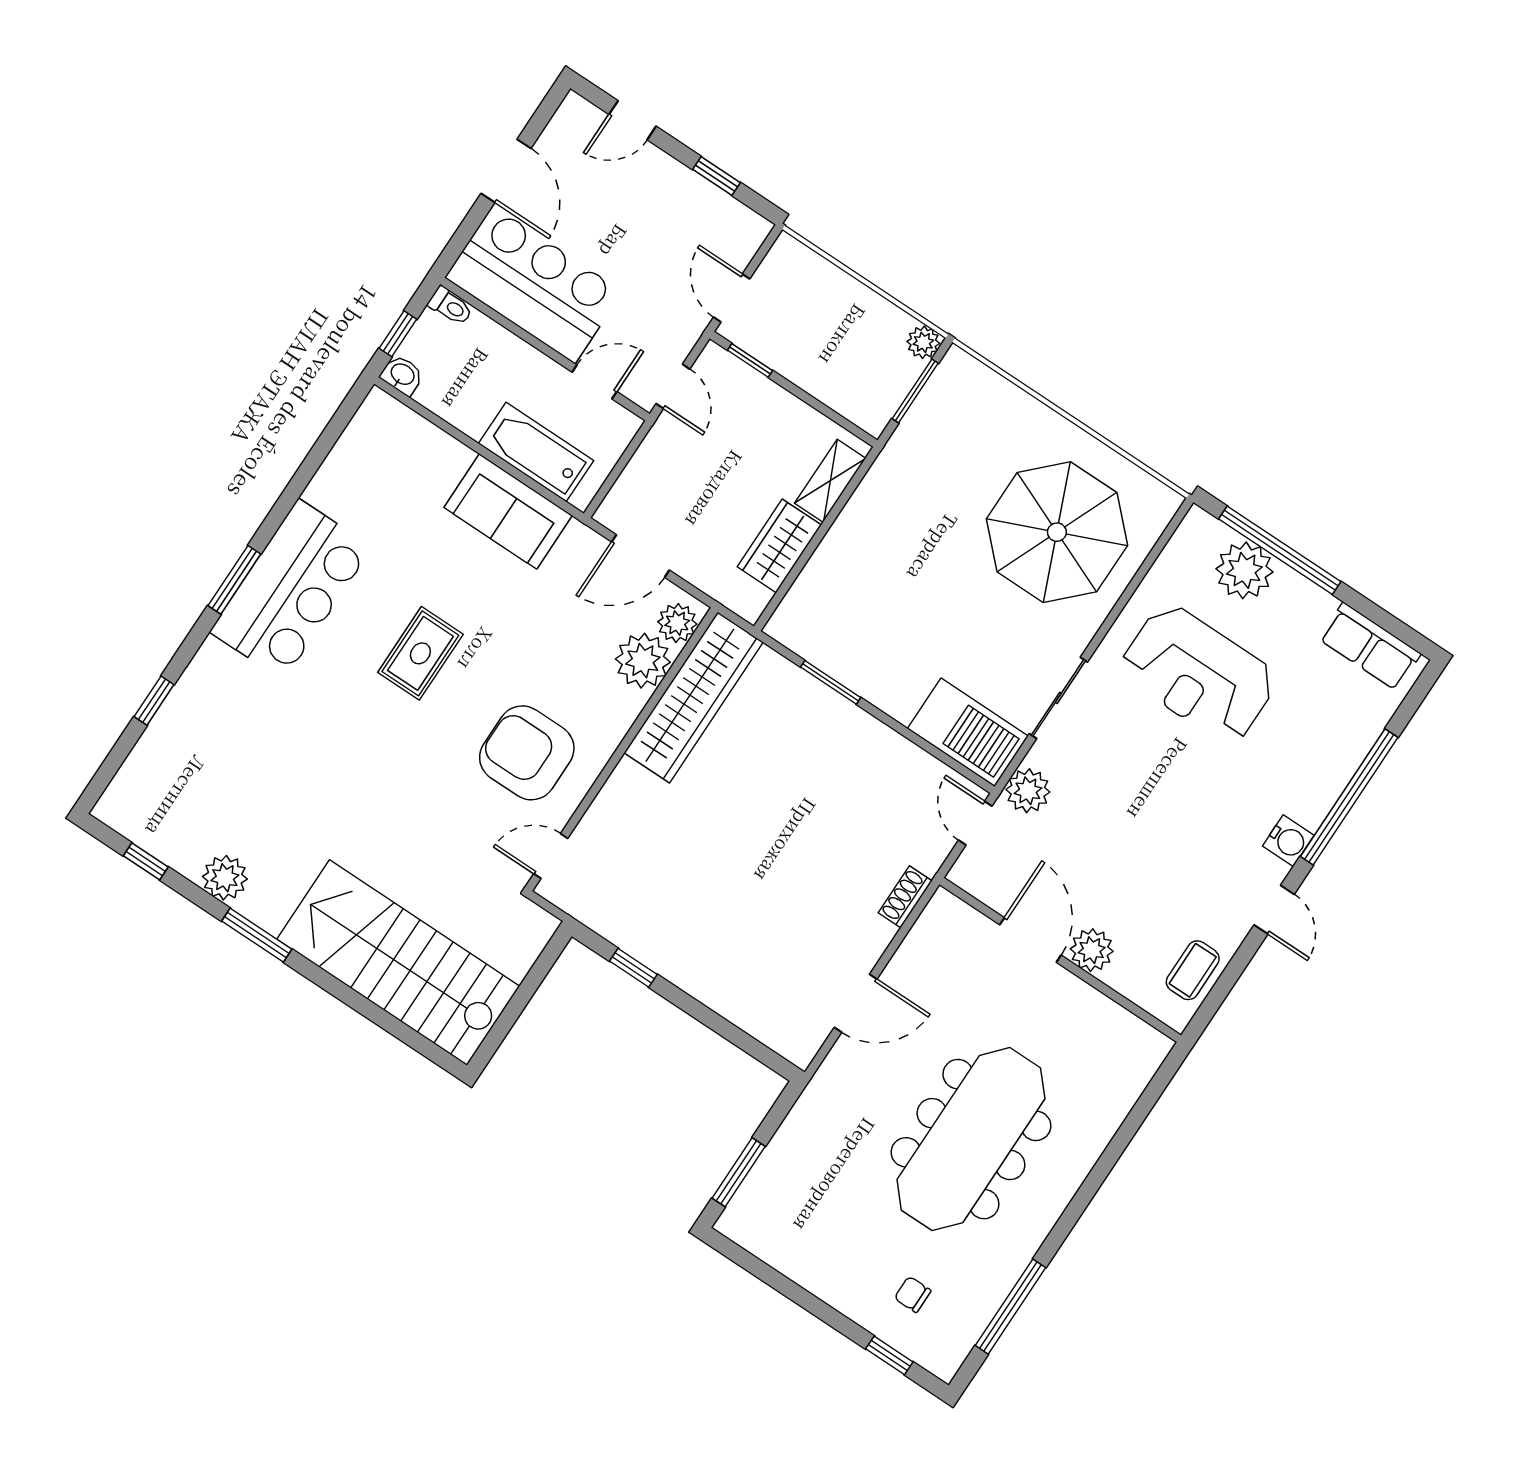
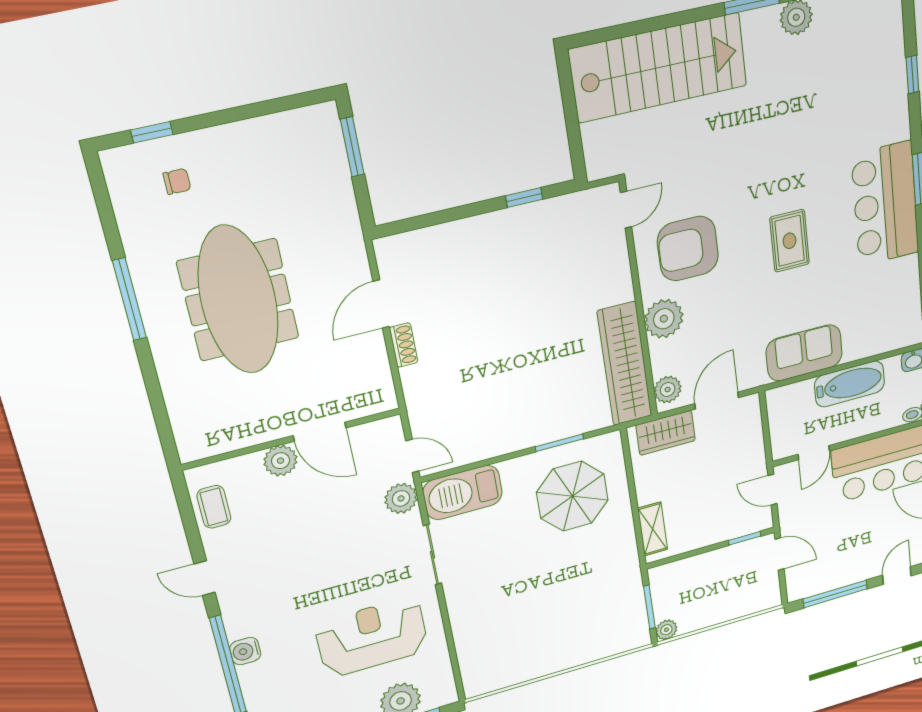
window: (716, 176) -> (835, 594), width x2.17
bathtub: (536, 452) -> (850, 384), moved
parasol: (1057, 532) -> (572, 496), moved, width x0.73, depth x0.73
wardrobe: (779, 546) -> (666, 433), moved, turned 90
plant: (643, 661) -> (664, 319), moved
armchair: (527, 753) -> (688, 249), turned 180
water cooler: (1288, 841) -> (245, 651), moved
shoe rack: (905, 897) -> (404, 345), moved
window: (1010, 1307) -> (129, 299), moved

